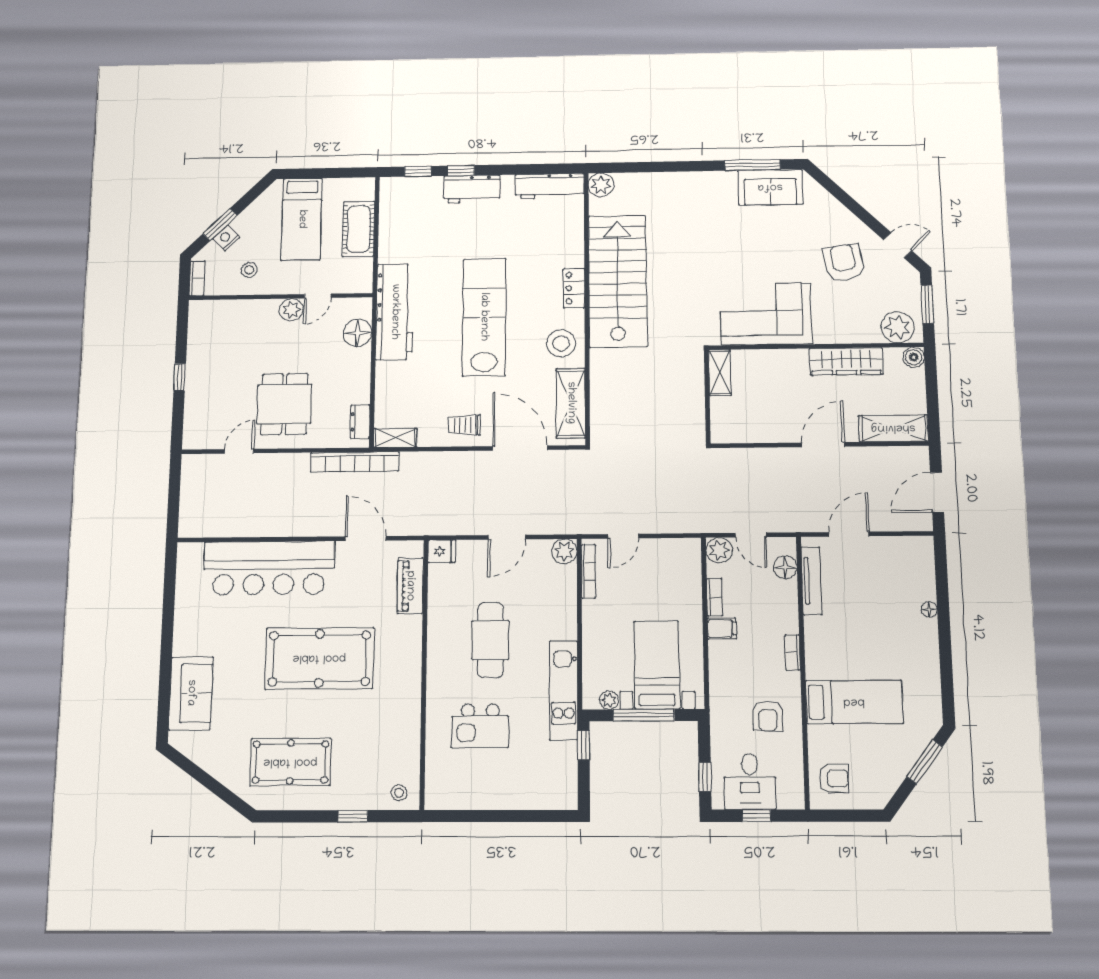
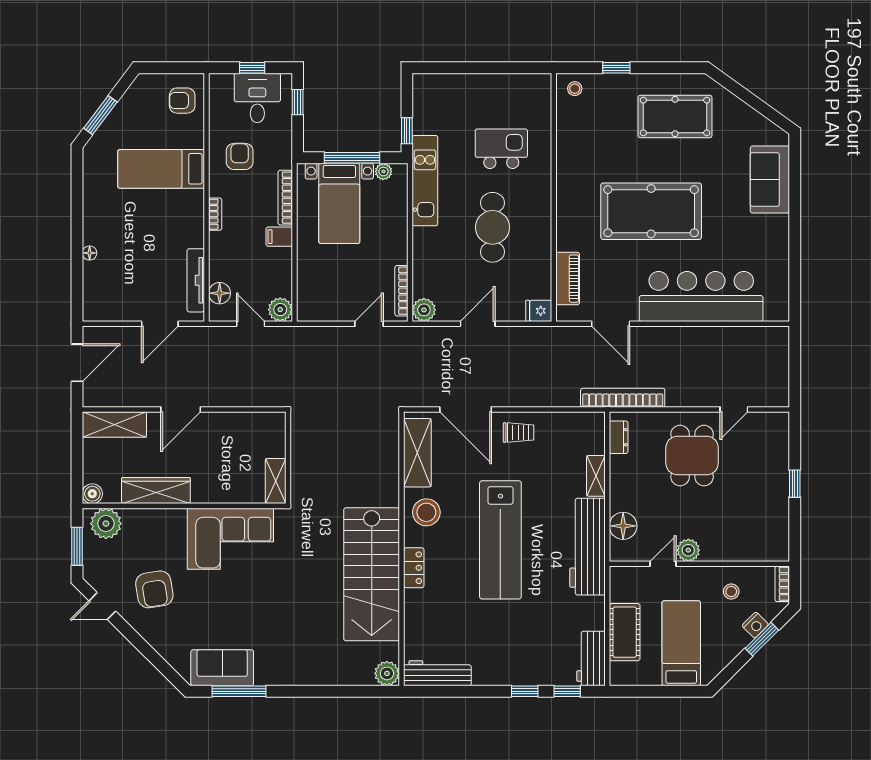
workbench: (472, 189) -> (591, 658), moved, turned -90
shelving: (395, 438) -> (596, 476), moved, turned 90
bookcase: (715, 597) -> (285, 198), moved, width x1.56

